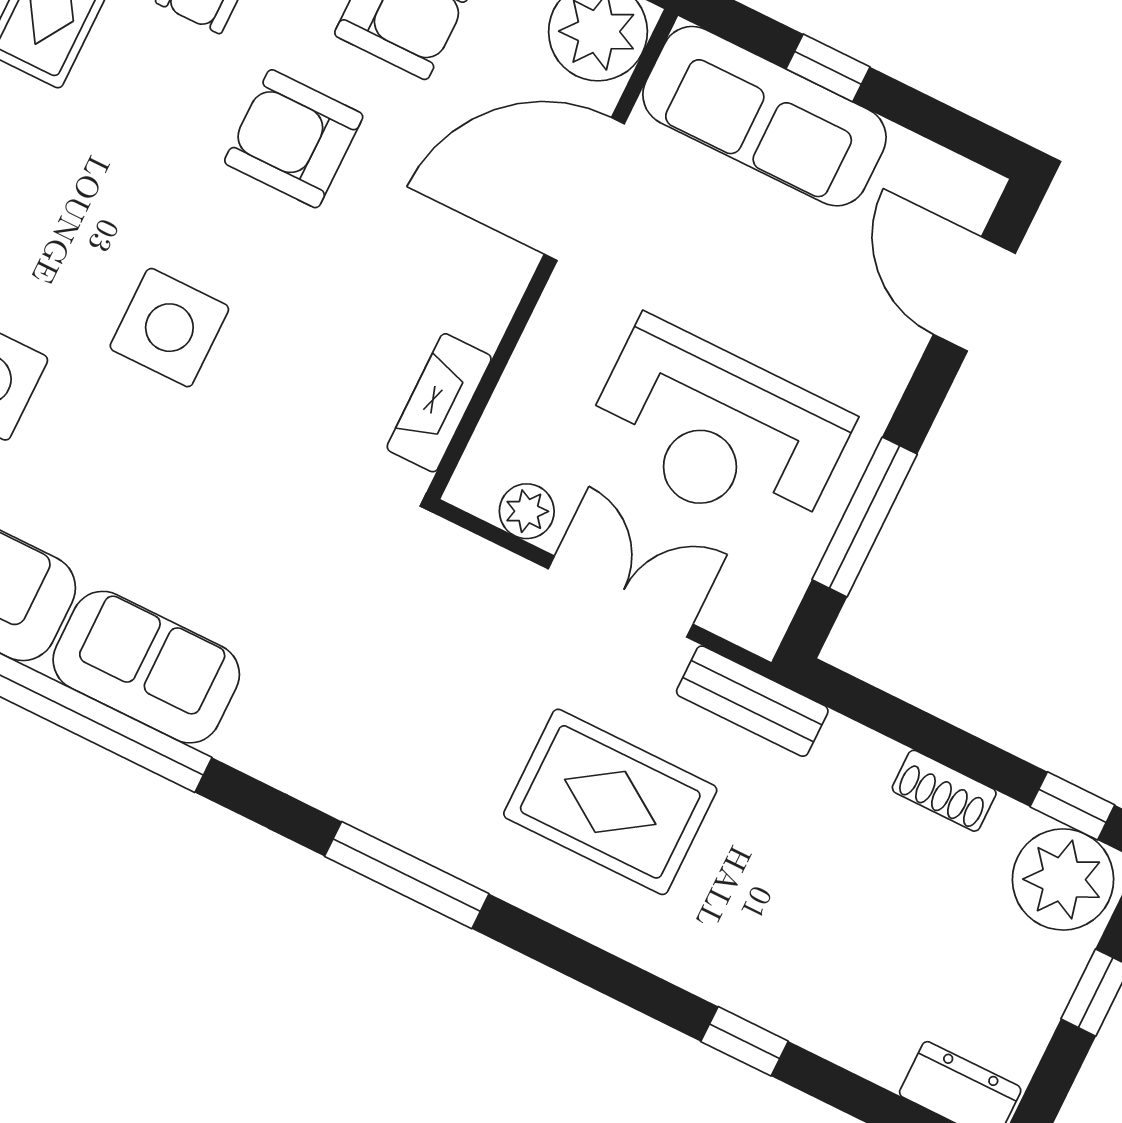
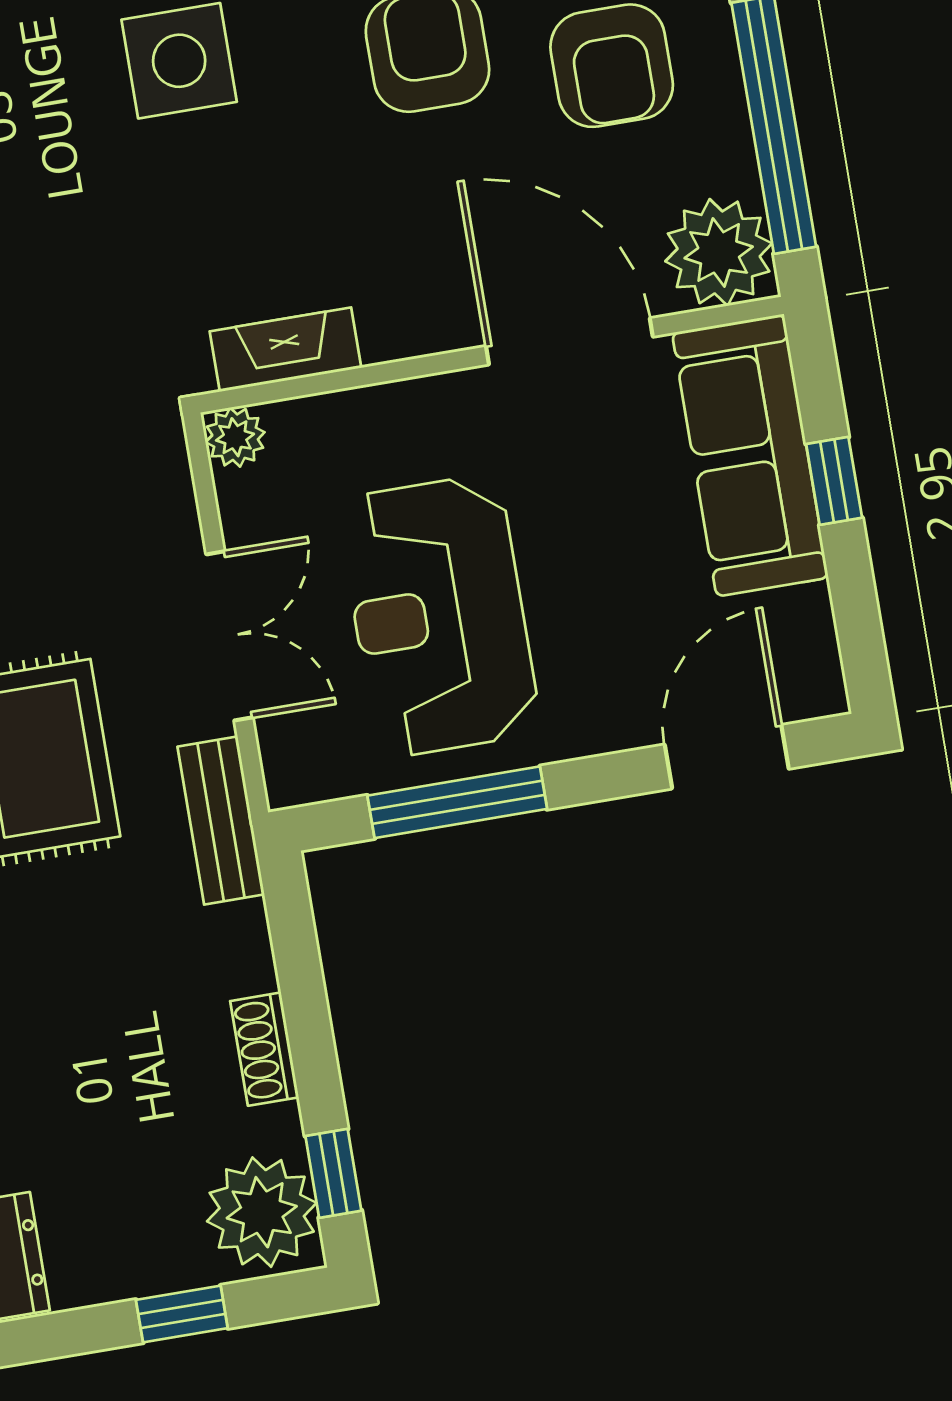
plant: (527, 511) -> (235, 437), moved

